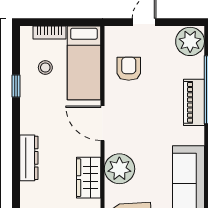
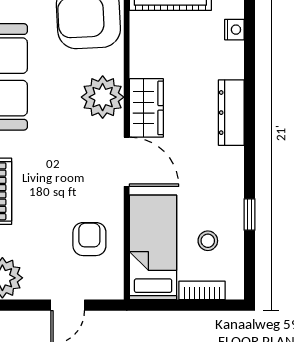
armchair: (129, 69) -> (89, 239), turned 180
wardrobe: (89, 178) -> (146, 108), moved

